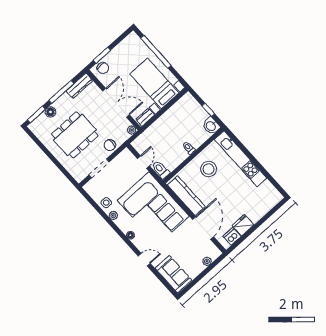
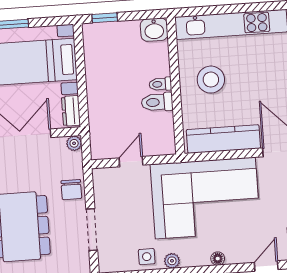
window: (208, 110) -> (105, 18), moved
door: (143, 162) -> (131, 162), hinge flipped
toilet: (161, 170) -> (157, 102), moved

